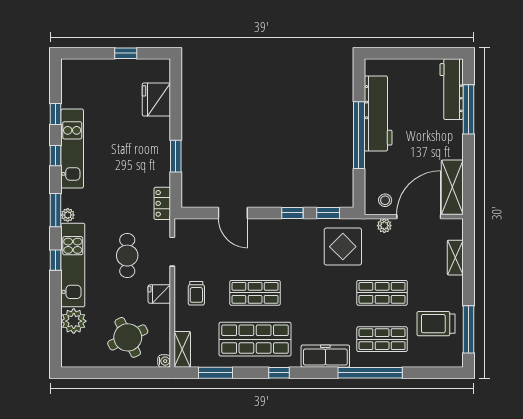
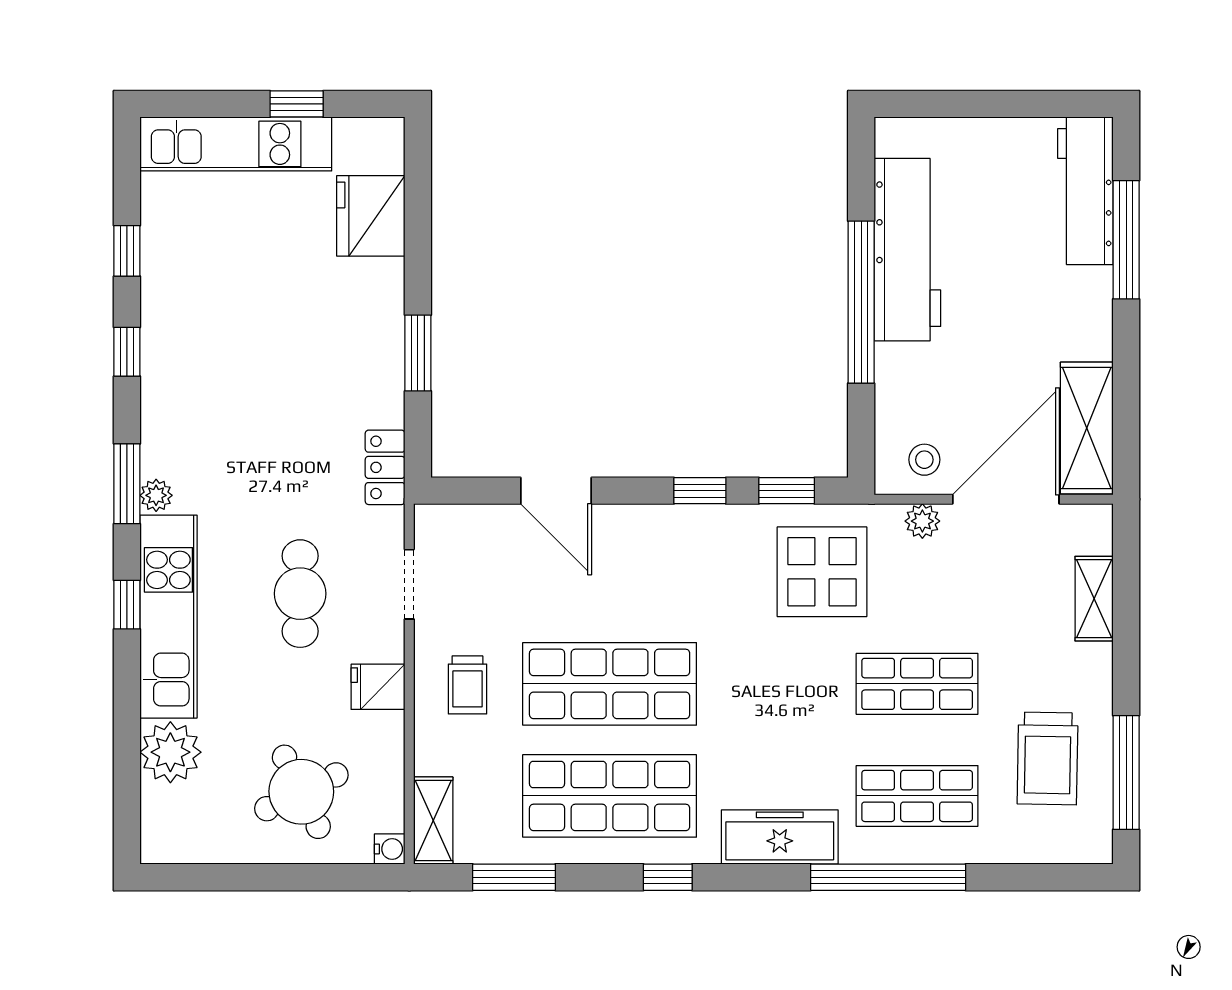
kitchen unit: (72, 149) -> (236, 144), moved, turned 90
shop shelf: (255, 293) -> (610, 684), width x1.43, depth x1.36
trolley: (436, 324) -> (1048, 758), turned -89

